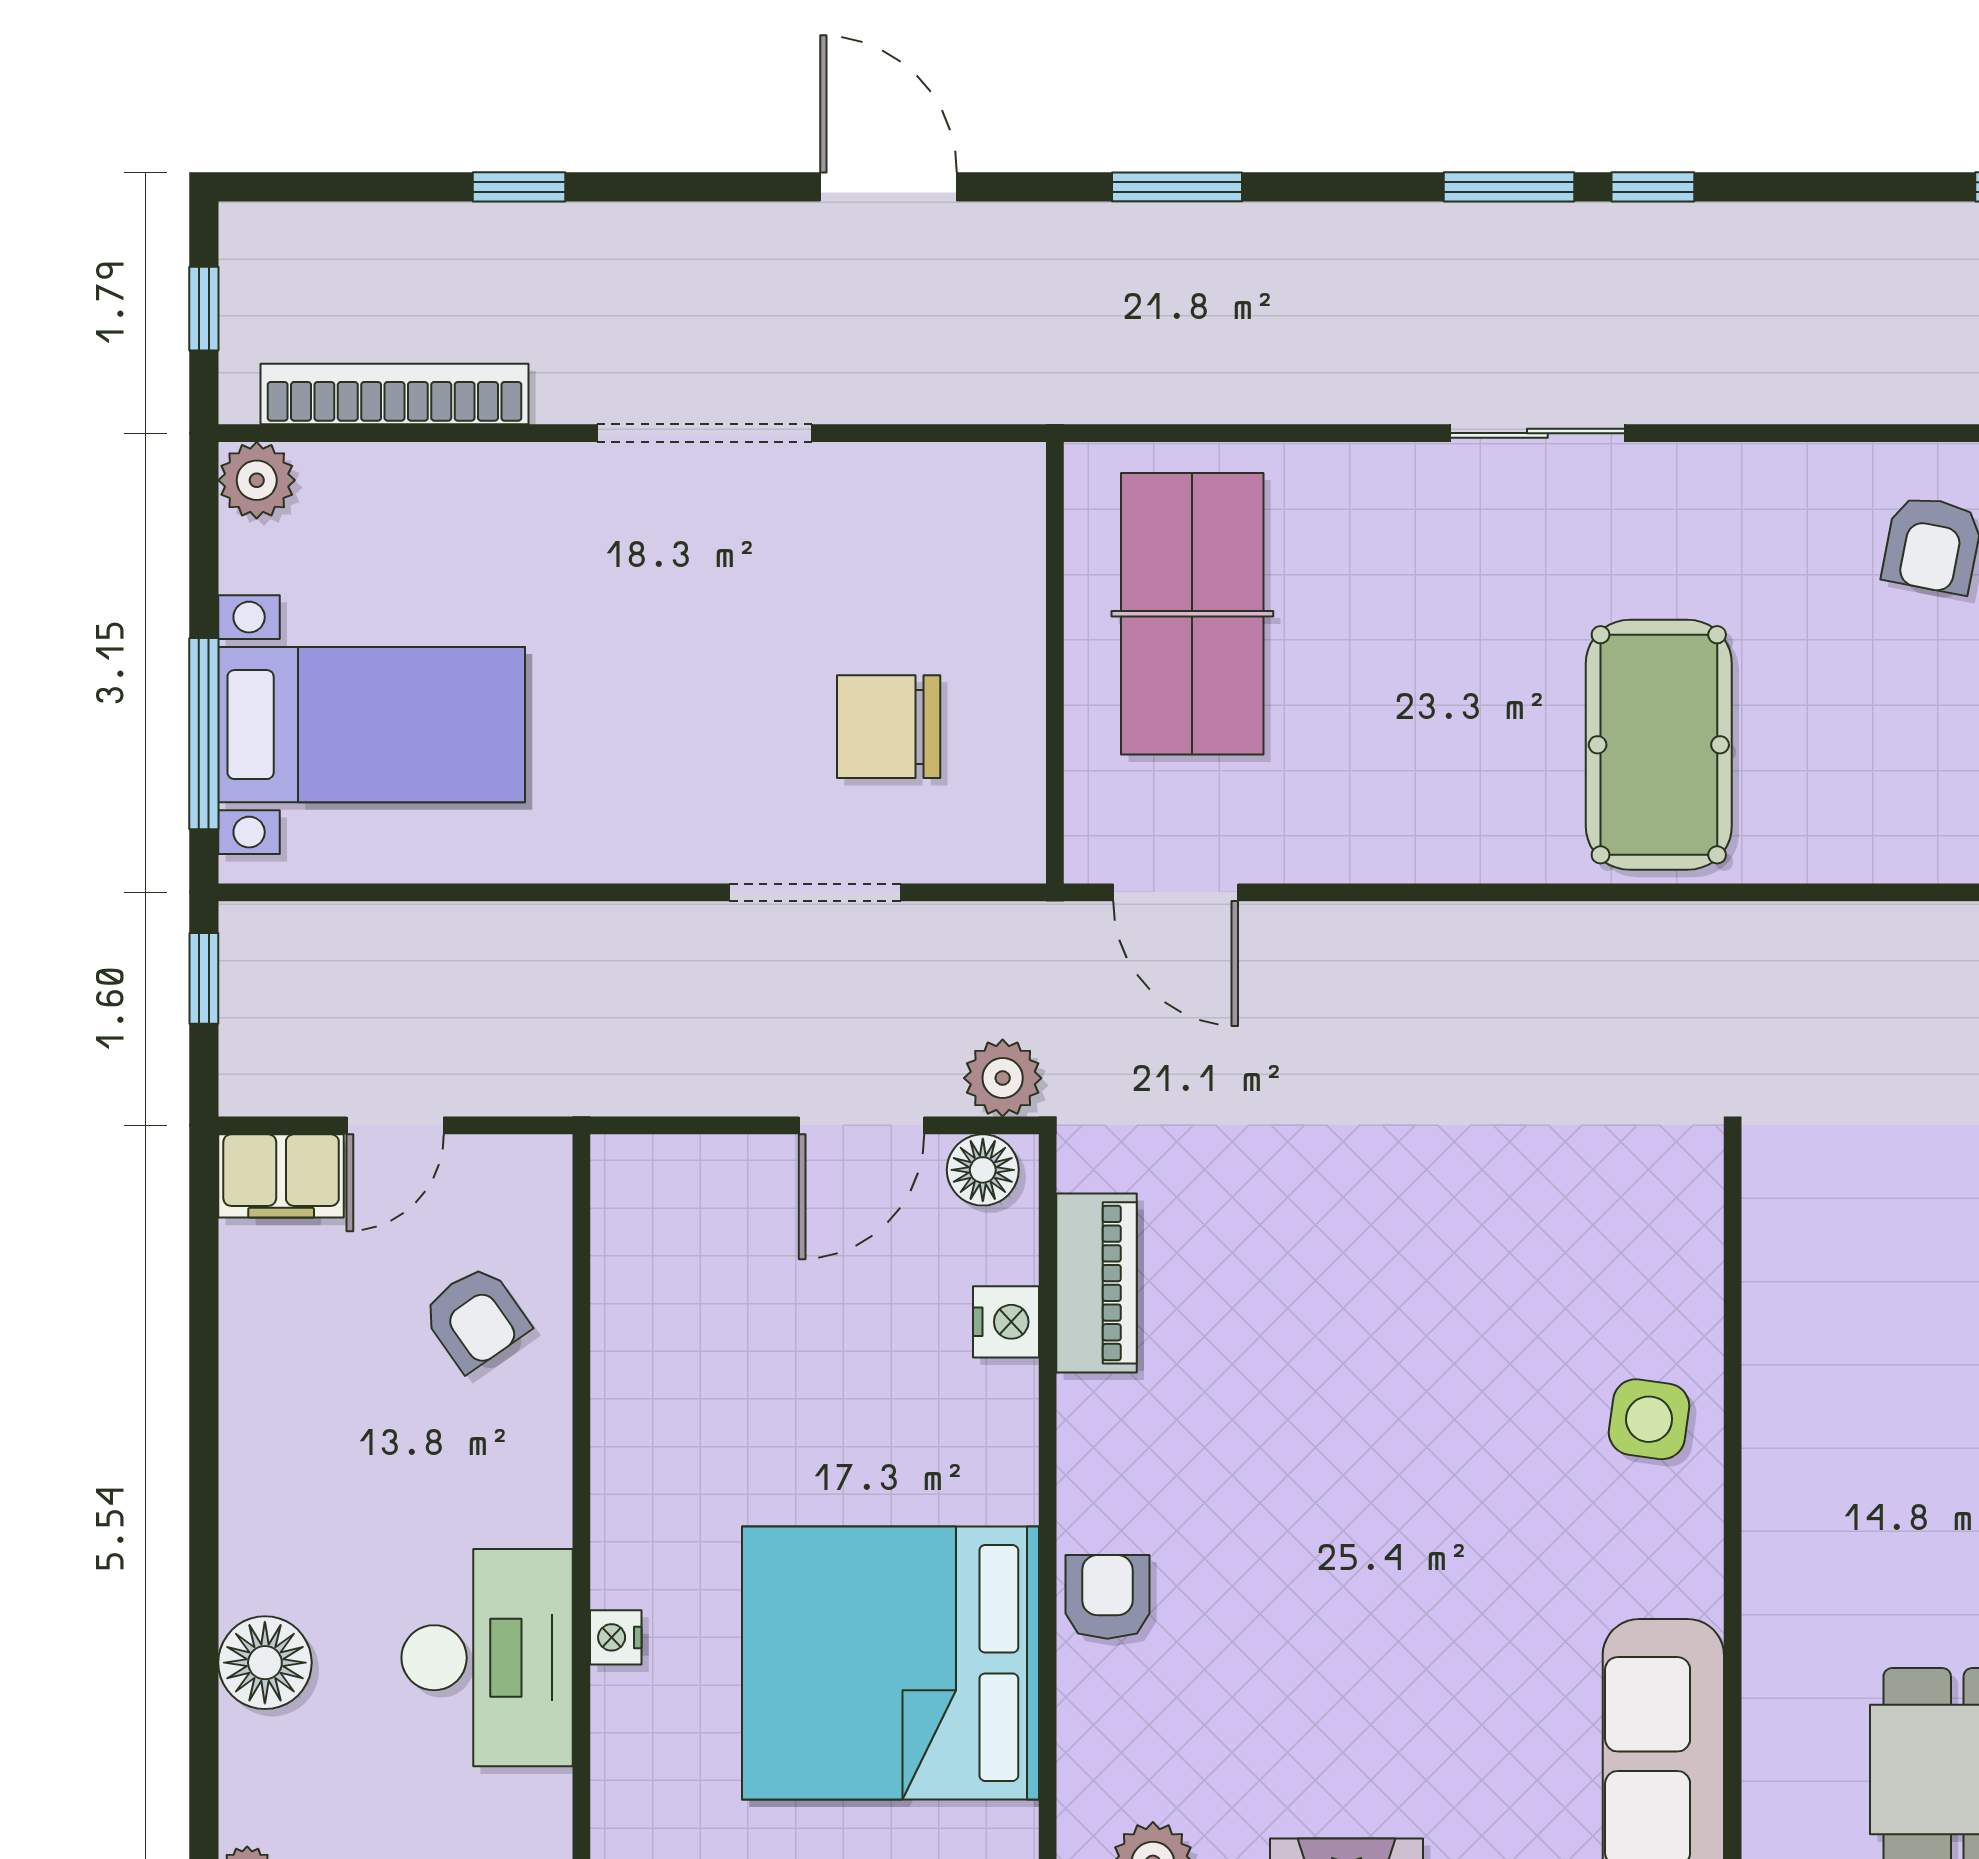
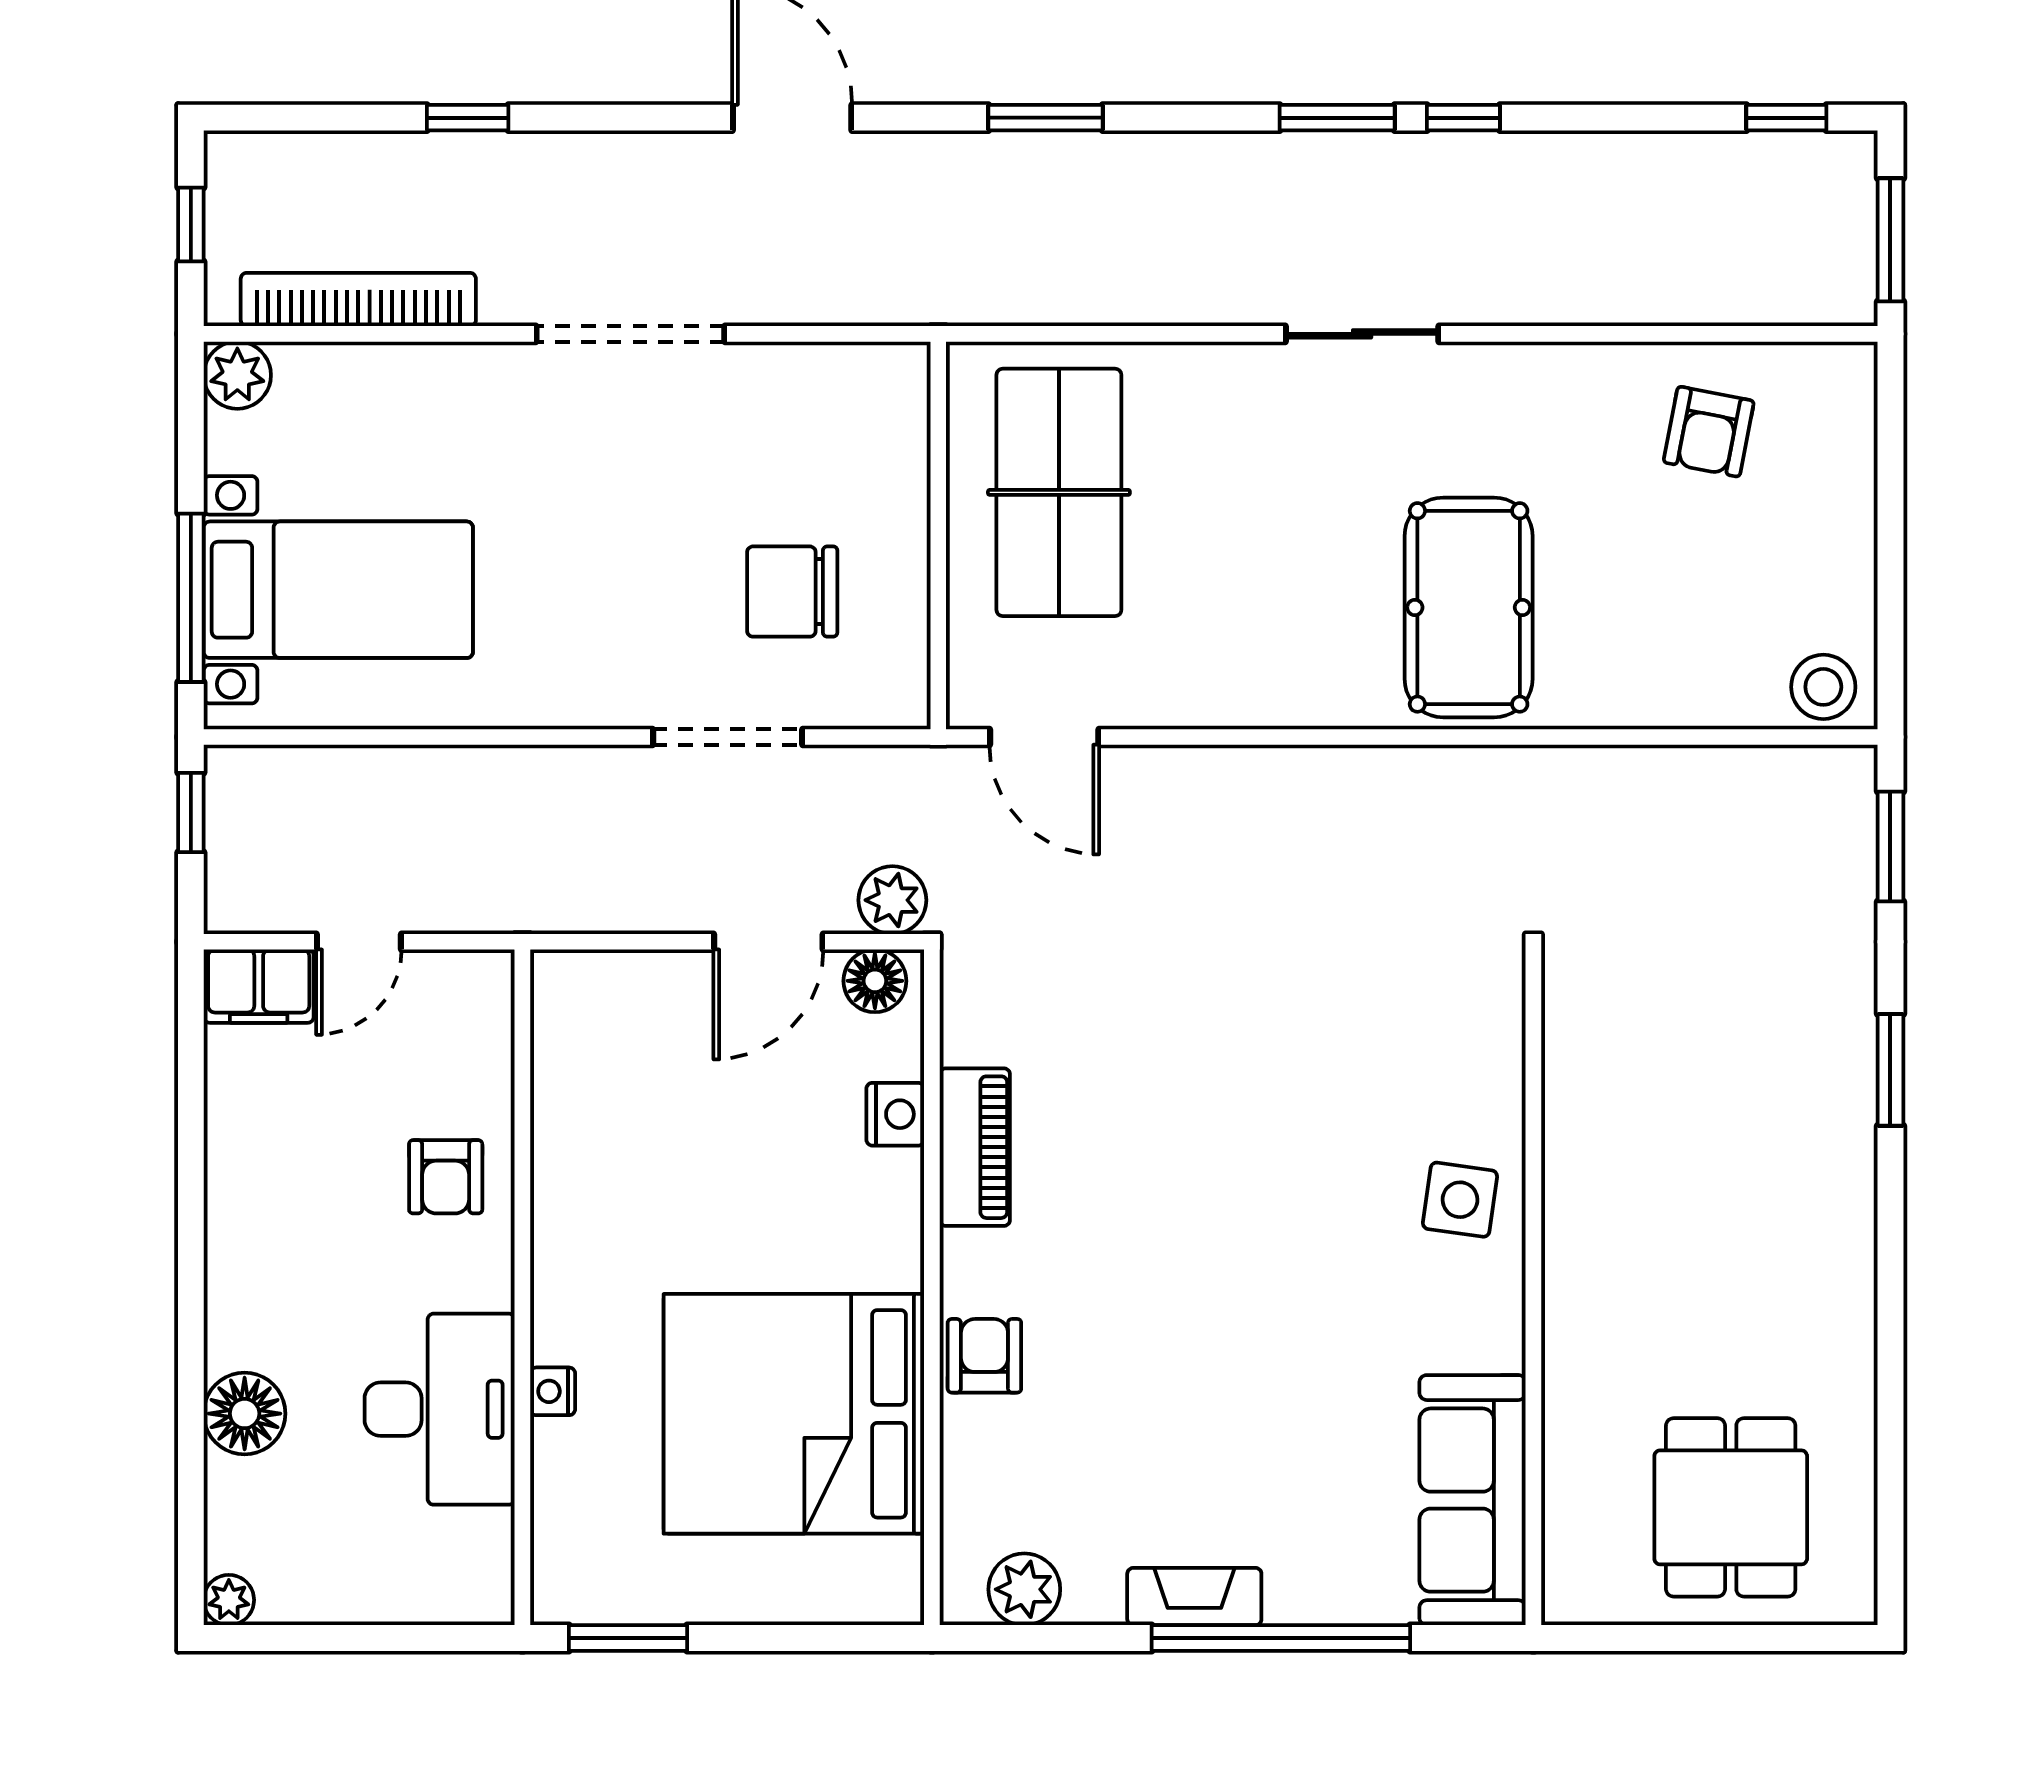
piano: (1096, 1283) -> (975, 1147), moved
armchair: (475, 1318) -> (446, 1177), moved, turned 35

